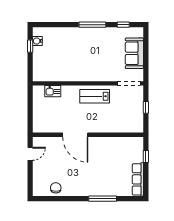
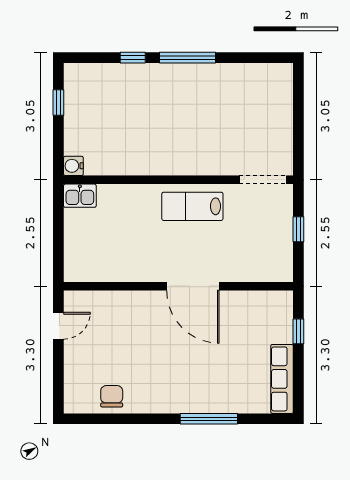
window: (123, 25) -> (133, 58), moved
water cooler: (37, 41) -> (73, 166), moved
sofa: (134, 53) -> (275, 117), removed
kitchen sink: (53, 91) -> (80, 196), moved
door: (75, 135) -> (193, 286), moved

